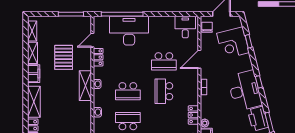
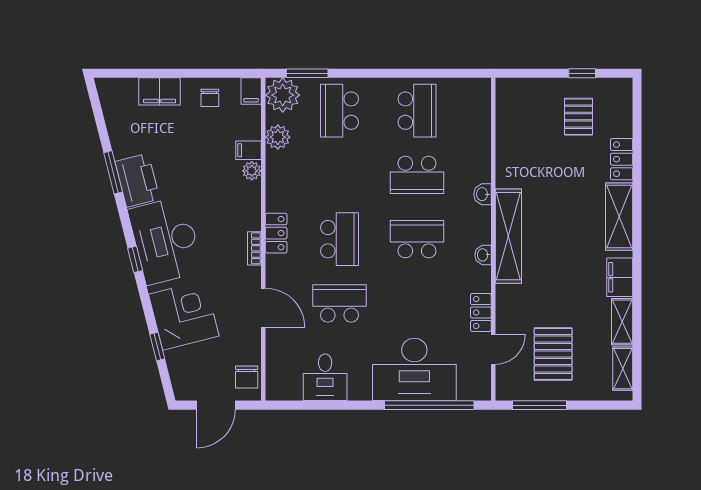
desk: (185, 27) -> (325, 377), moved
corner desk: (233, 43) -> (184, 315), moved
pallet: (64, 57) -> (553, 354), moved
door: (199, 59) -> (263, 308), hinge flipped
shelving: (85, 86) -> (508, 236), width x1.47
locker: (193, 115) -> (276, 233), moved

